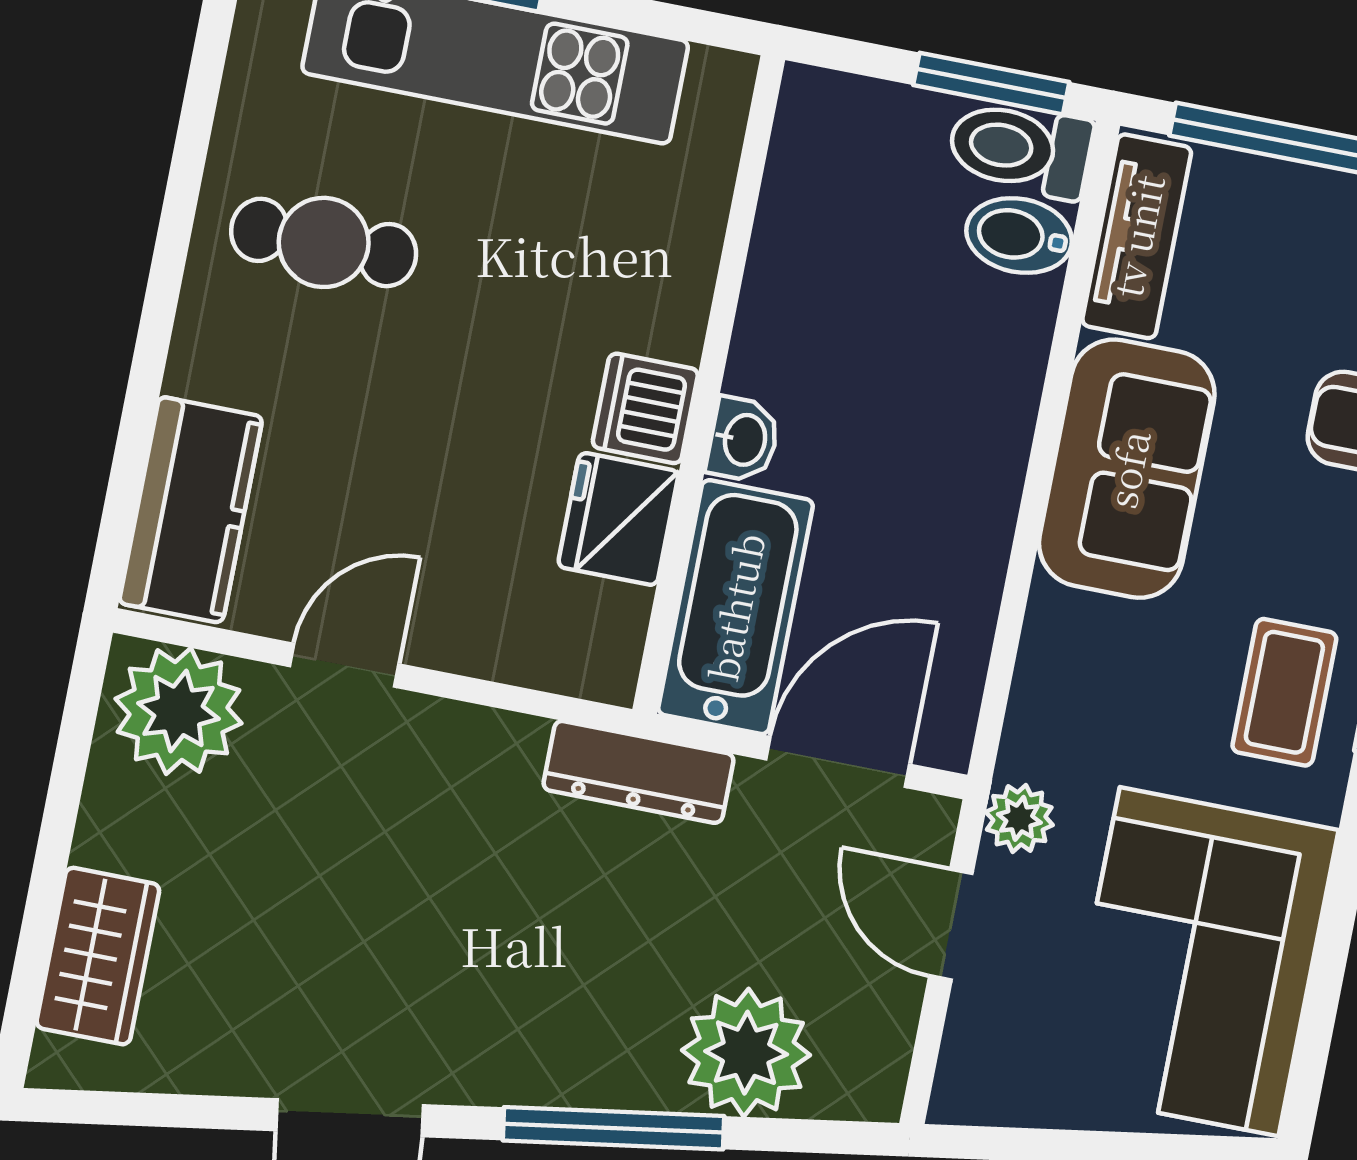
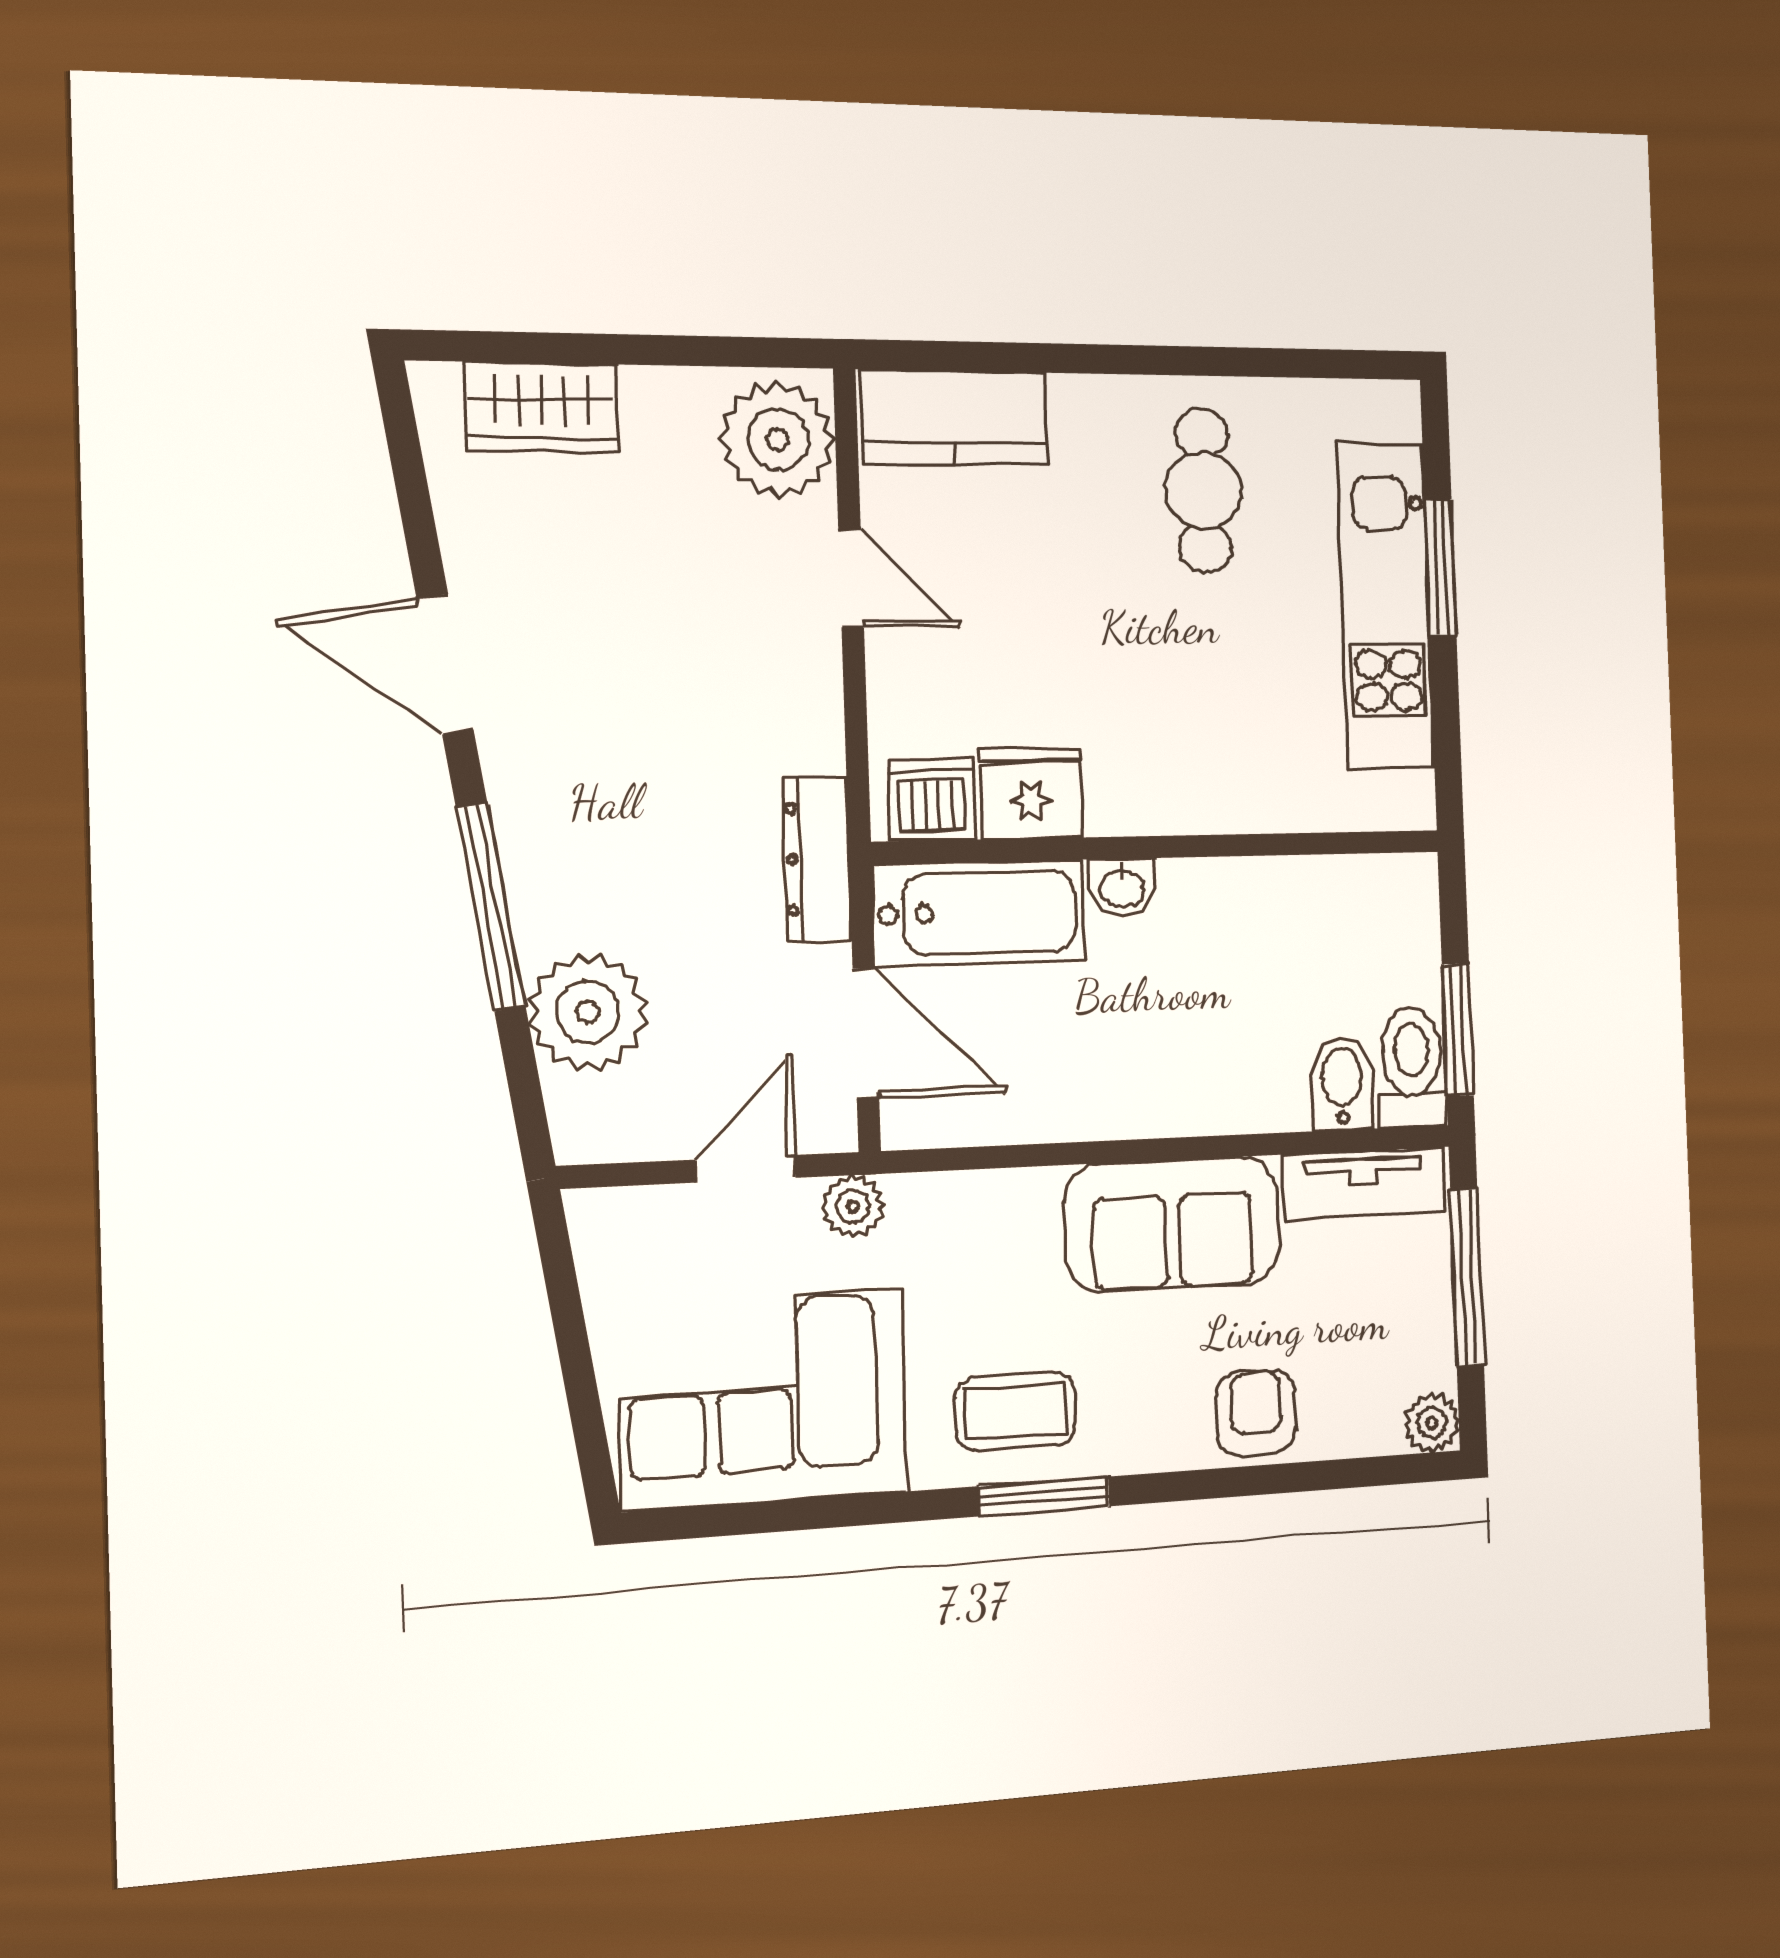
dishwasher: (645, 408) -> (932, 800), moved

